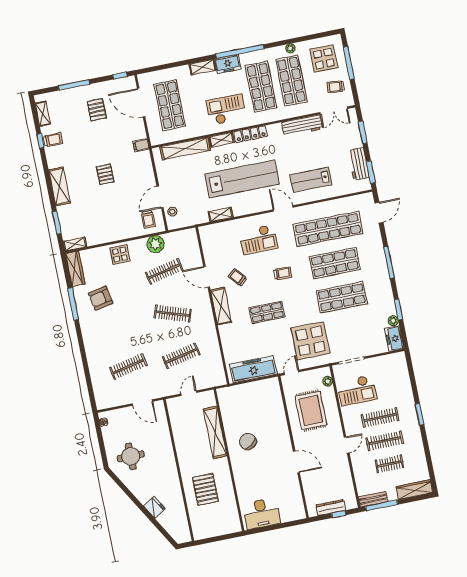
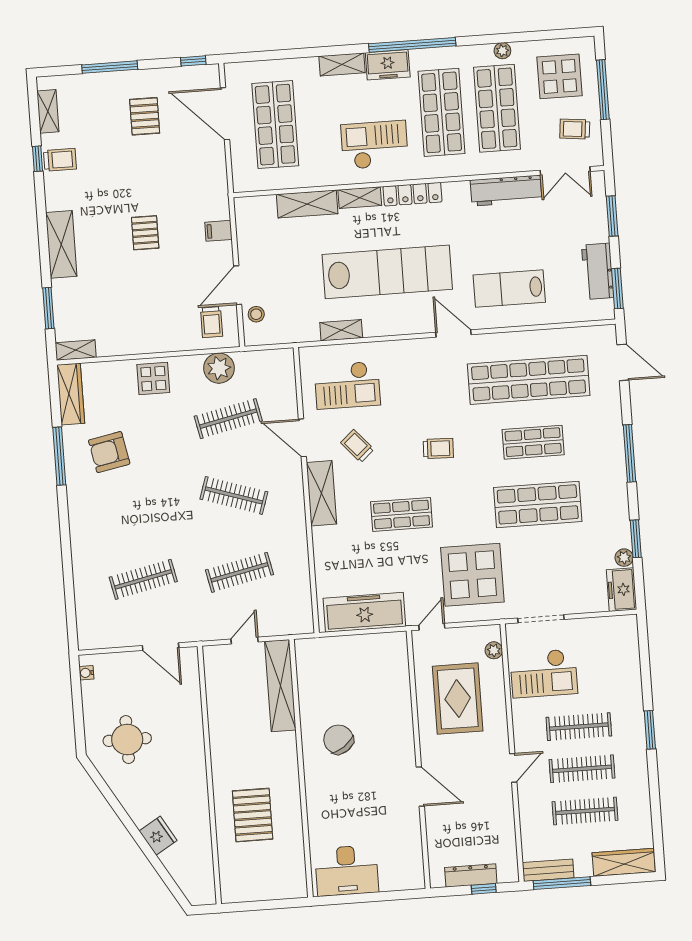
filing cabinet: (141, 145) -> (218, 231), moved
shelving: (185, 148) -> (307, 204), width x0.68
door: (379, 213) -> (623, 362), hinge flipped
checkout: (258, 239) -> (347, 385), moved
shop shelf: (335, 263) -> (533, 442), width x0.70, depth x0.74
shelving: (215, 432) -> (280, 686), moved
clothes rail: (389, 464) -> (585, 811), width x1.36

